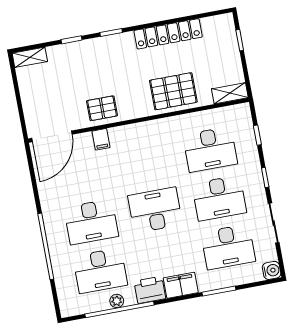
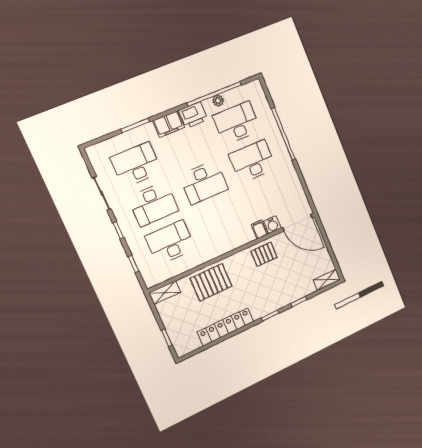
door: (52, 136) -> (297, 223), swing flipped
desk: (219, 198) -> (153, 204), turned 180
water cooler: (272, 270) -> (272, 225), moved, turned -90

